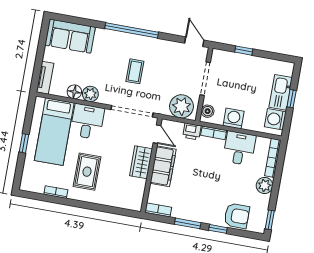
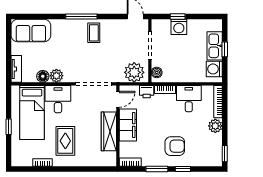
window: (132, 30) -> (81, 17), width x0.68
coffee table: (135, 71) -> (94, 33), moved
washing machine: (234, 118) -> (179, 27), moved, turned 180
door: (157, 134) -> (118, 99), hinge flipped
wardrobe: (141, 162) -> (109, 131), width x1.50
armchair: (237, 216) -> (175, 146), moved

